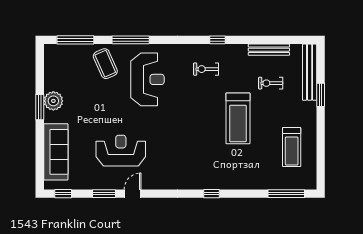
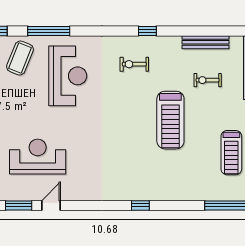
coffee table: (105, 64) -> (20, 58), turned 46

